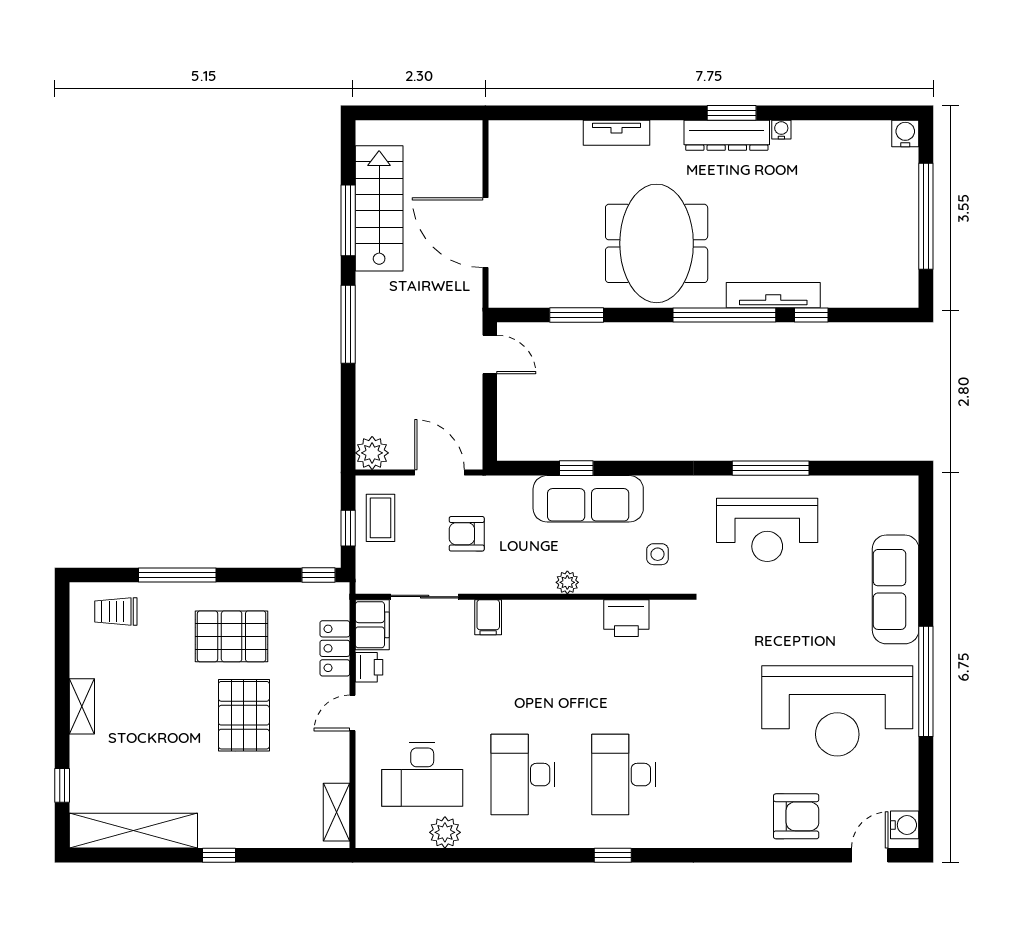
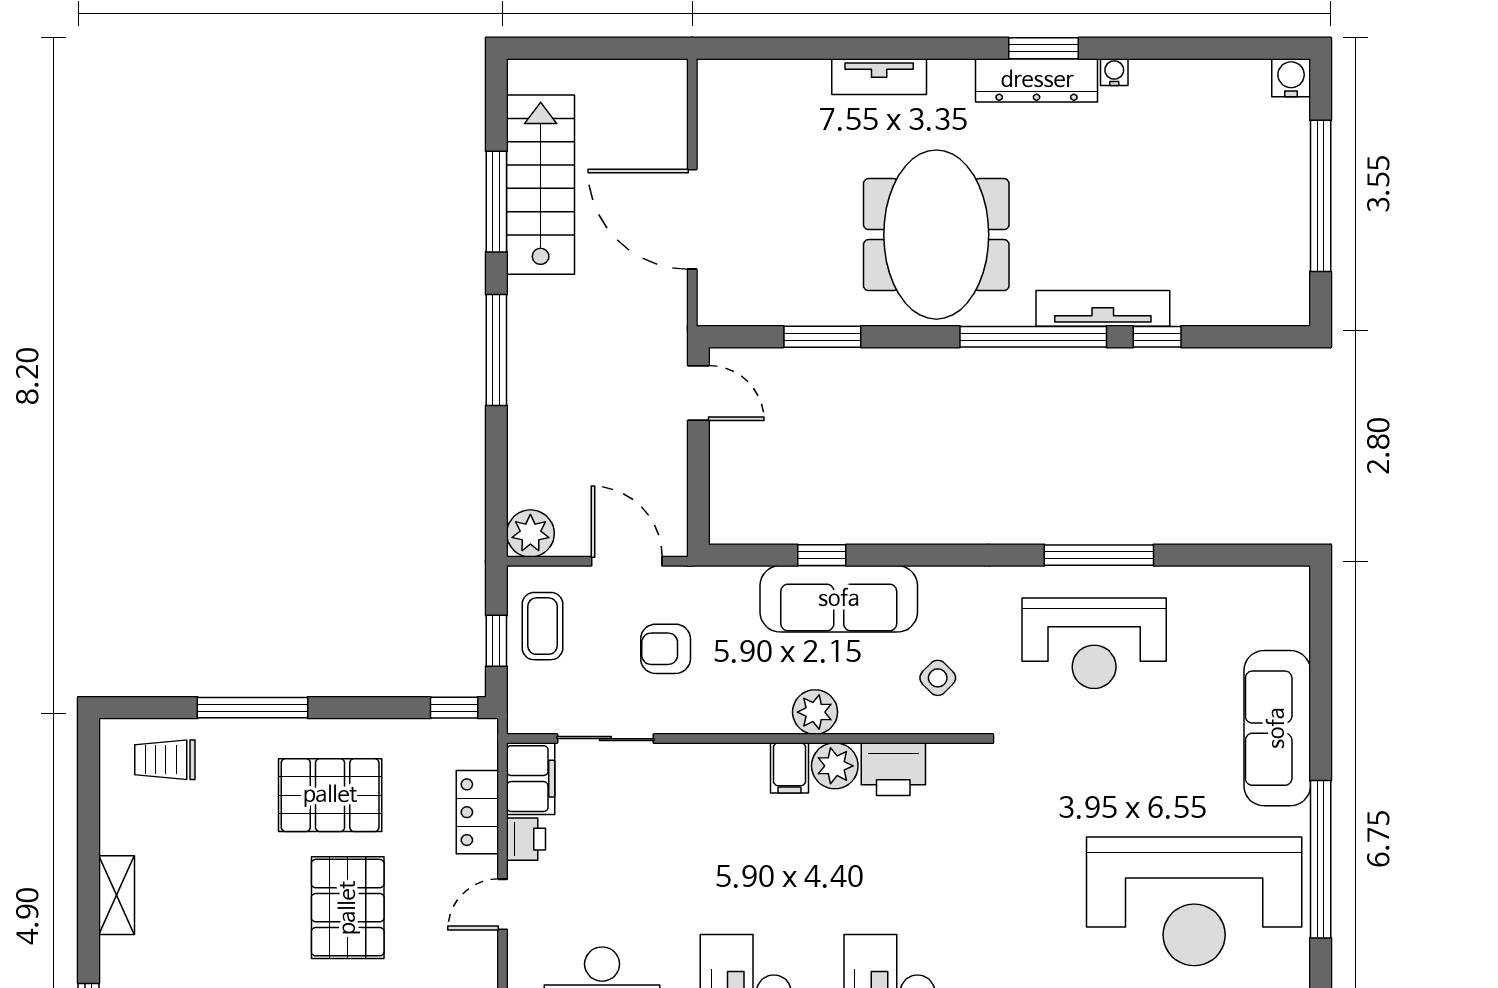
side table: (658, 554) -> (938, 678), turned 45
plant: (567, 582) -> (815, 712), width x1.38, depth x1.38
plant: (585, 616) -> (835, 766), added
filing cabinet: (488, 617) -> (789, 768), moved

